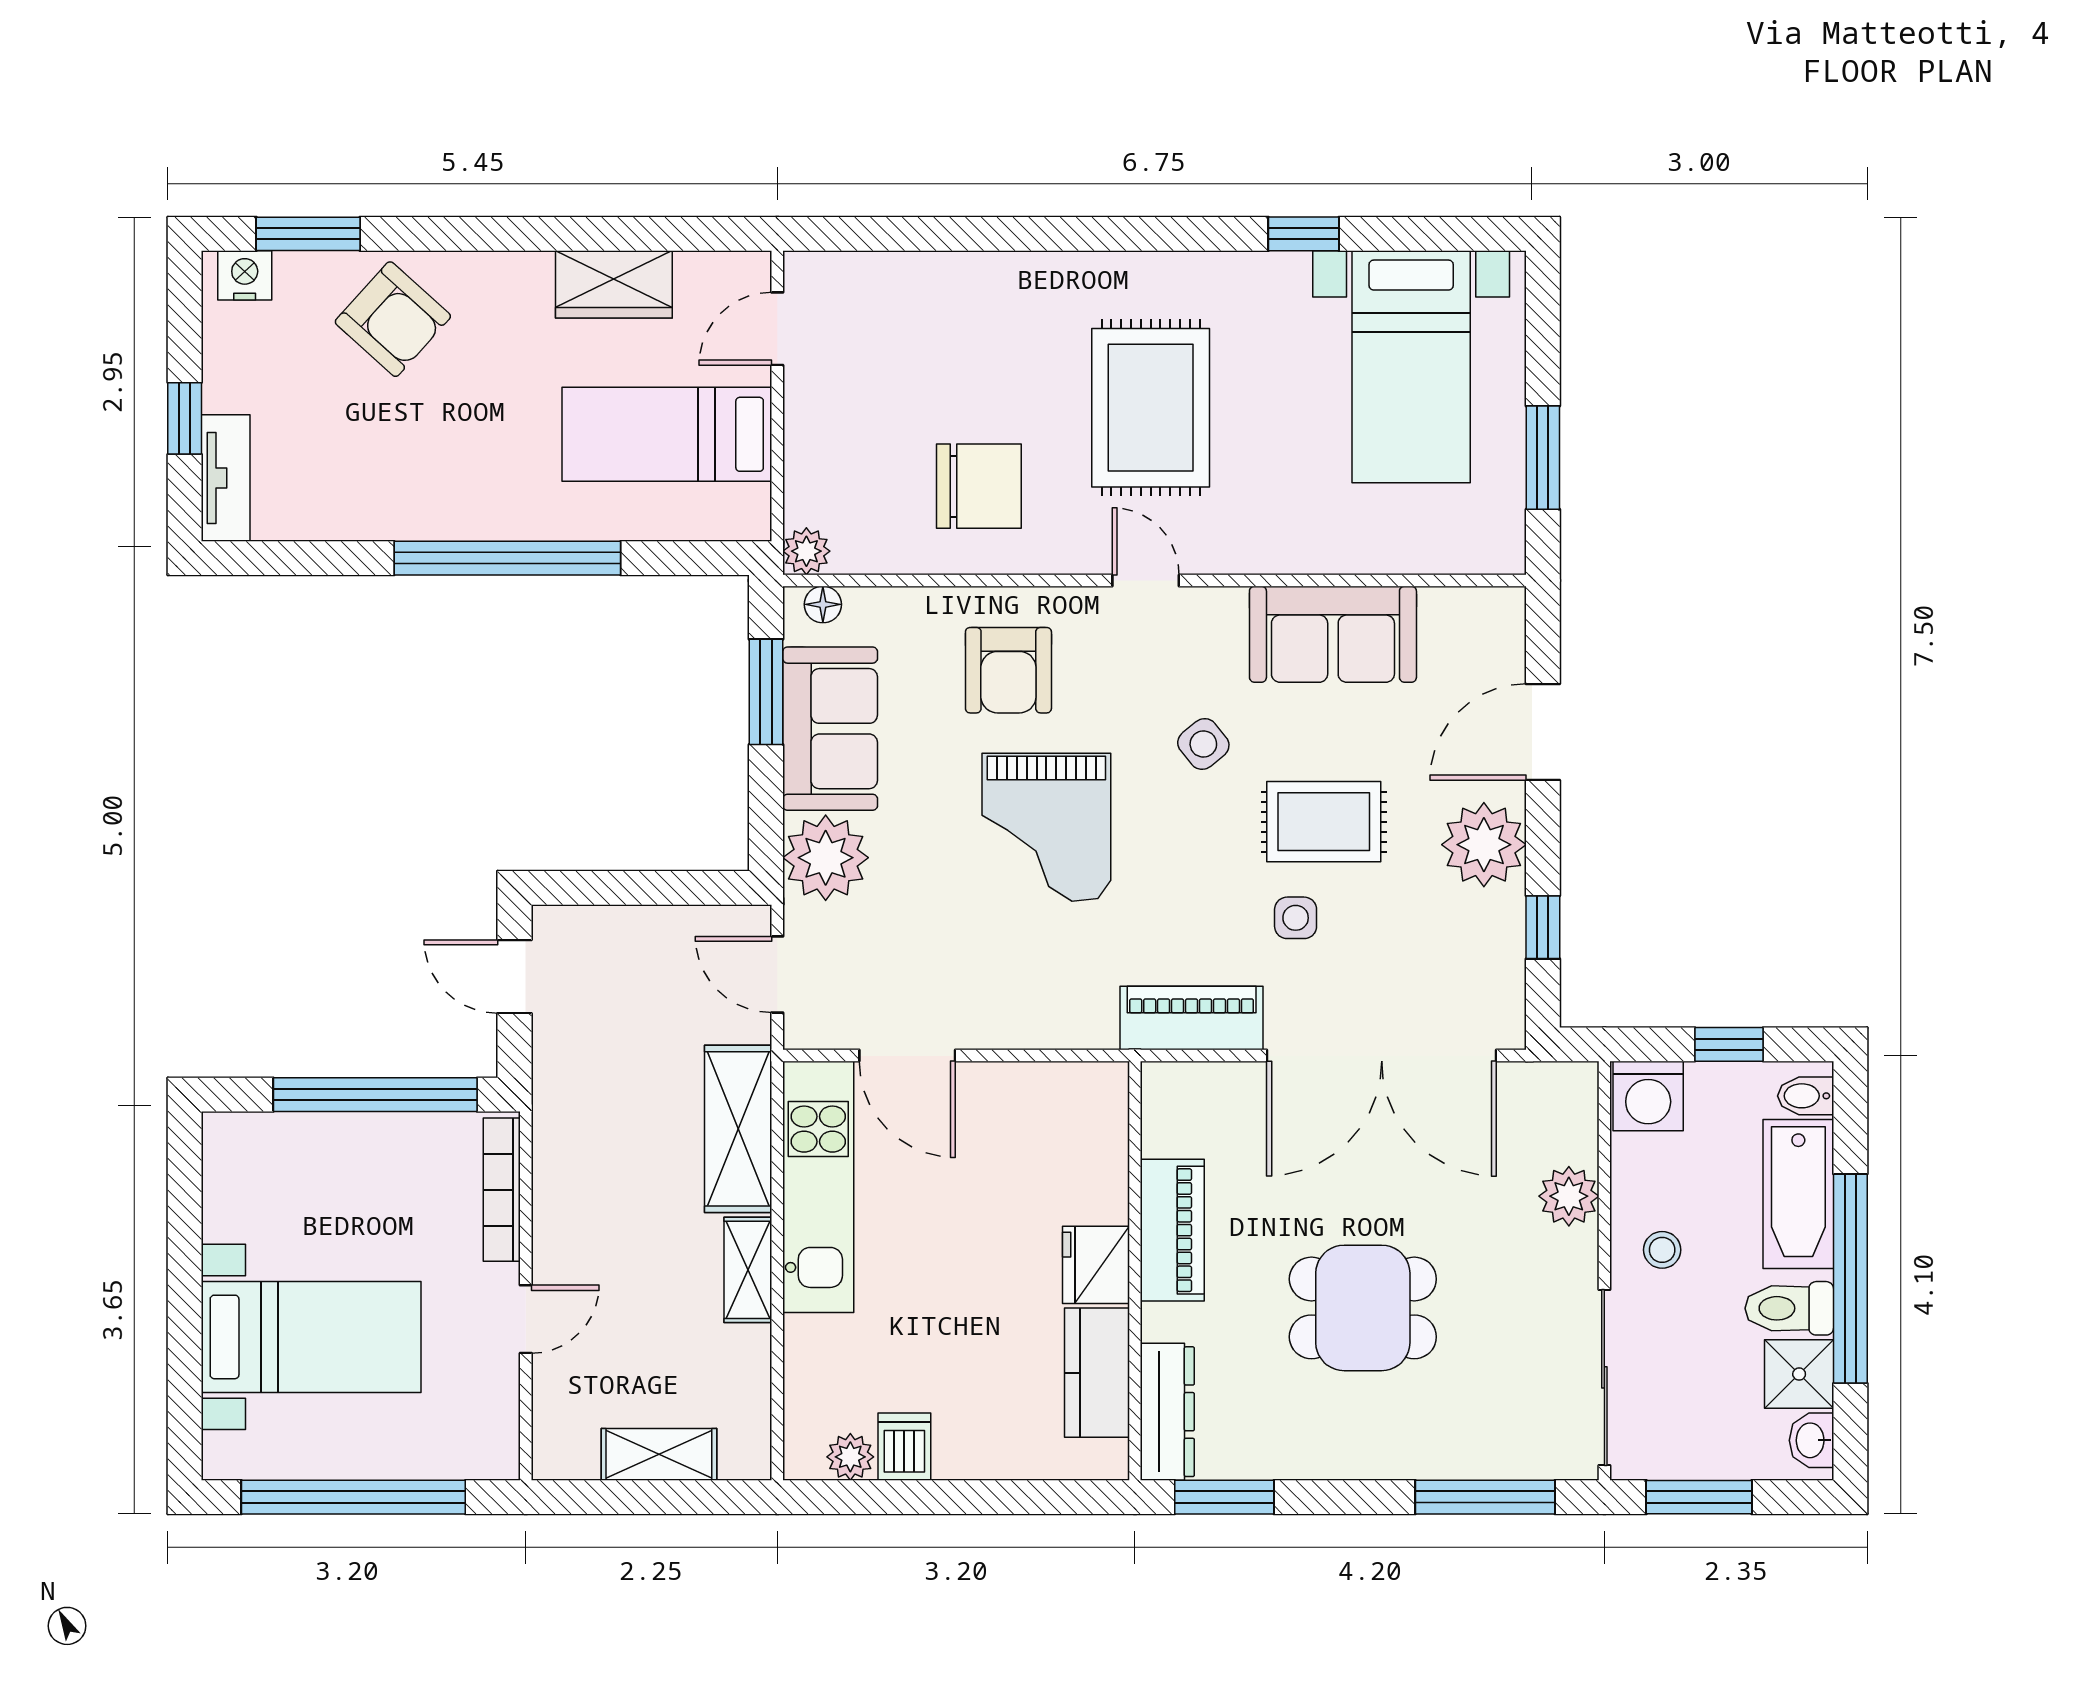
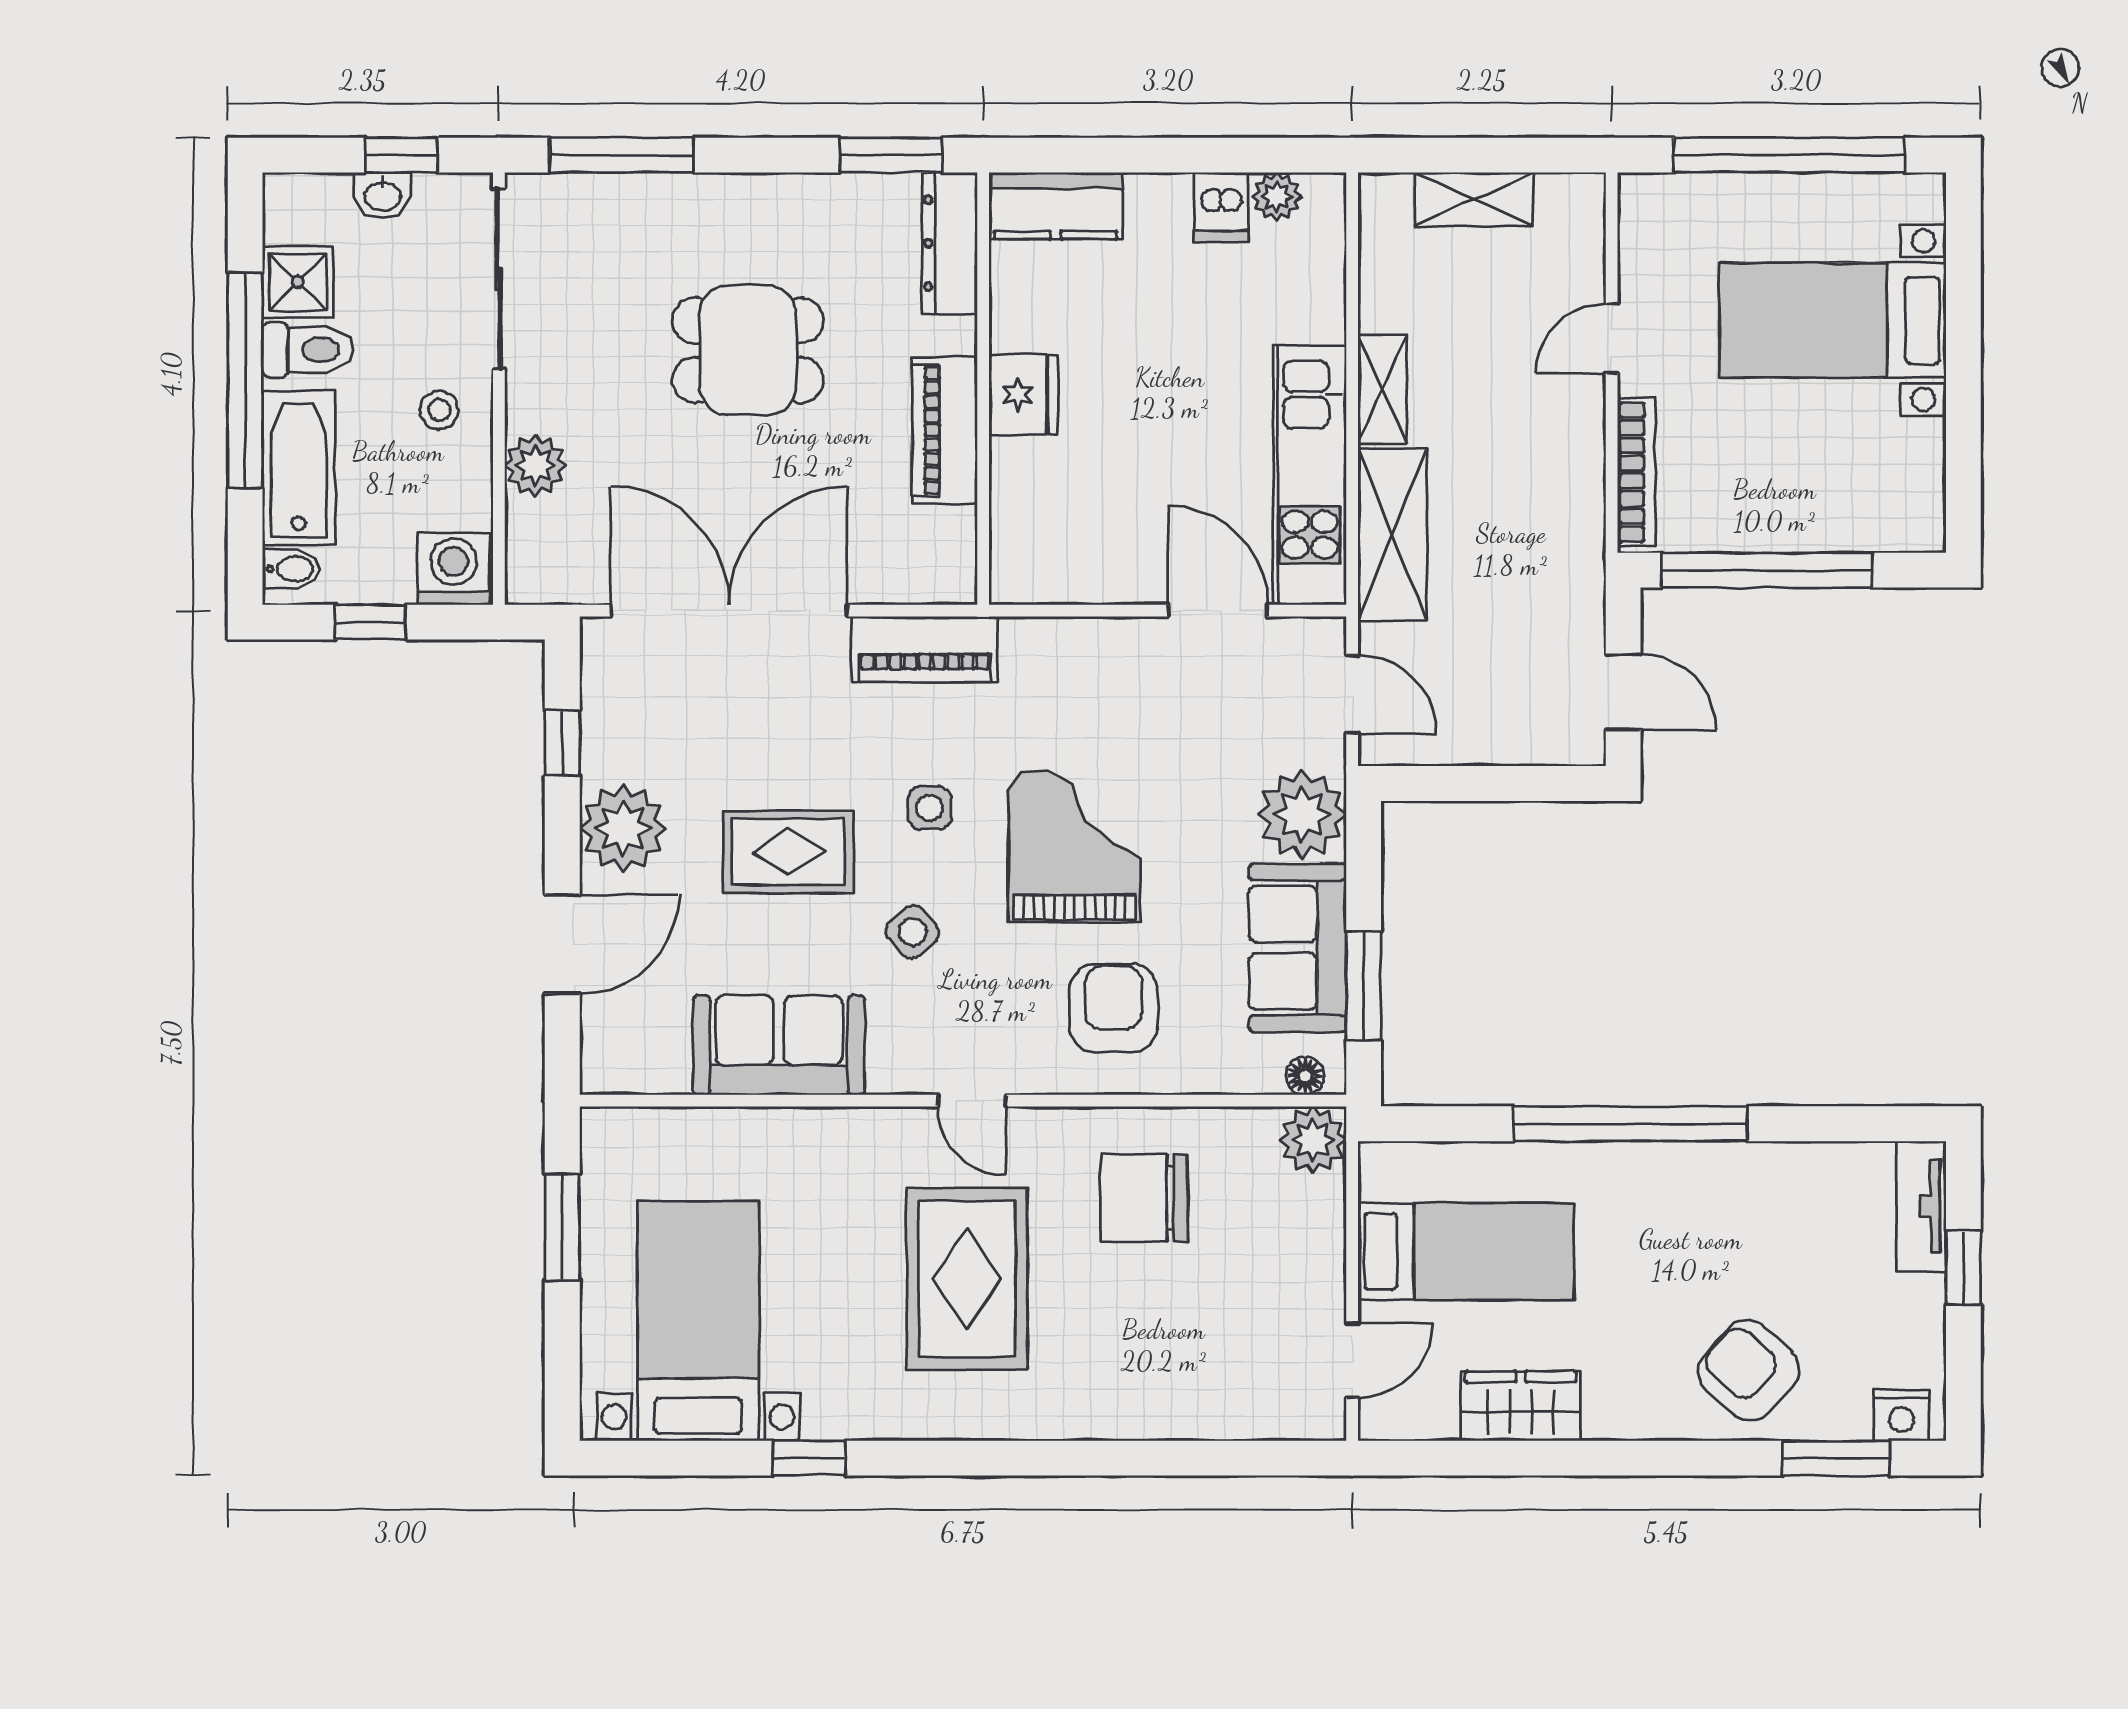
plant: (806, 551) -> (1313, 1140), width x1.38, depth x1.38
side table: (1296, 918) -> (930, 808), moved
kitchen counter: (1097, 1373) -> (1056, 206), moved, turned 90
washbasin: (1811, 1440) -> (382, 195), moved, turned 90
window: (1699, 1497) -> (401, 155), width x0.67

